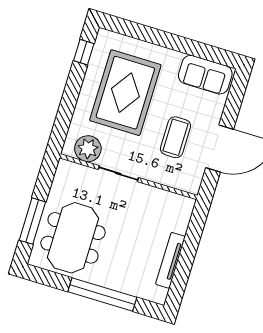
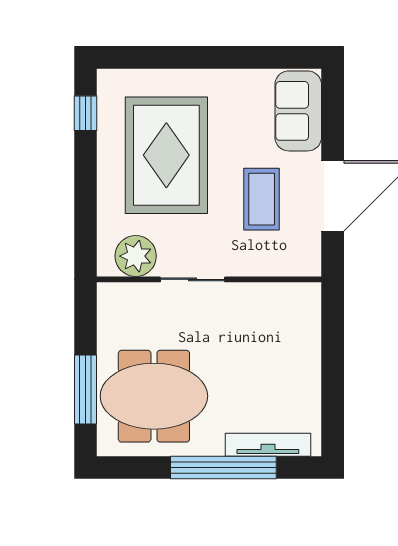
sofa: (205, 75) -> (298, 111), moved, turned 90
meeting table: (73, 238) -> (154, 396), turned 90
tv unit: (170, 260) -> (268, 445), moved, turned 90

